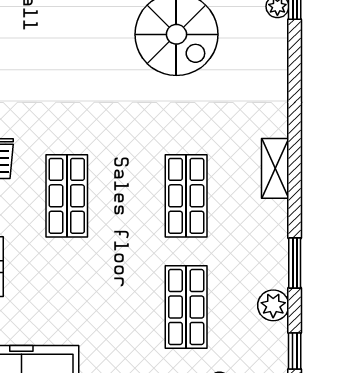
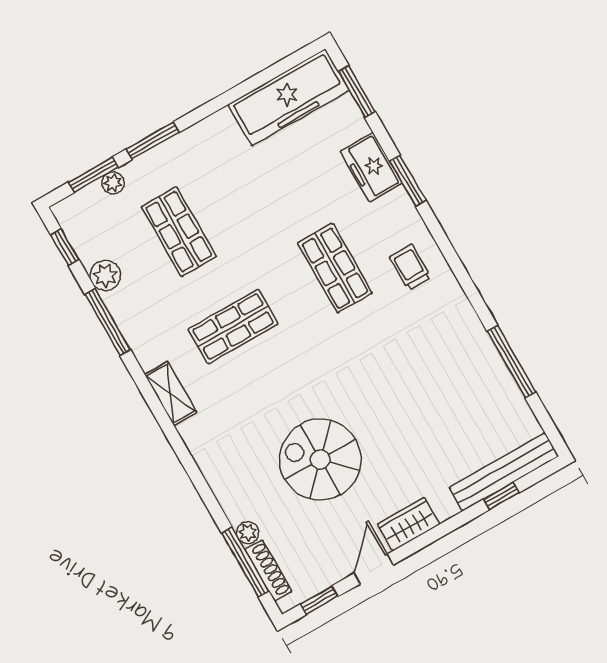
shop shelf: (186, 196) -> (233, 326), turned 90
window: (295, 263) -> (108, 322), width x1.44

